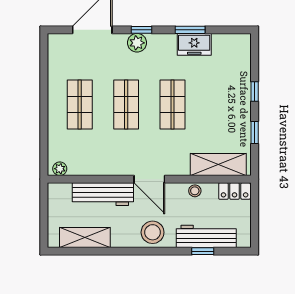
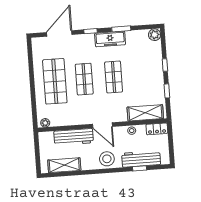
plant: (137, 43) -> (155, 35), moved
freezer: (194, 44) -> (110, 39), moved, width x1.40
shop shelf: (80, 104) -> (55, 81), width x1.43, depth x1.36

